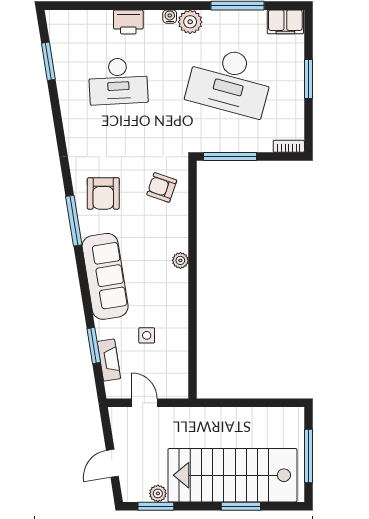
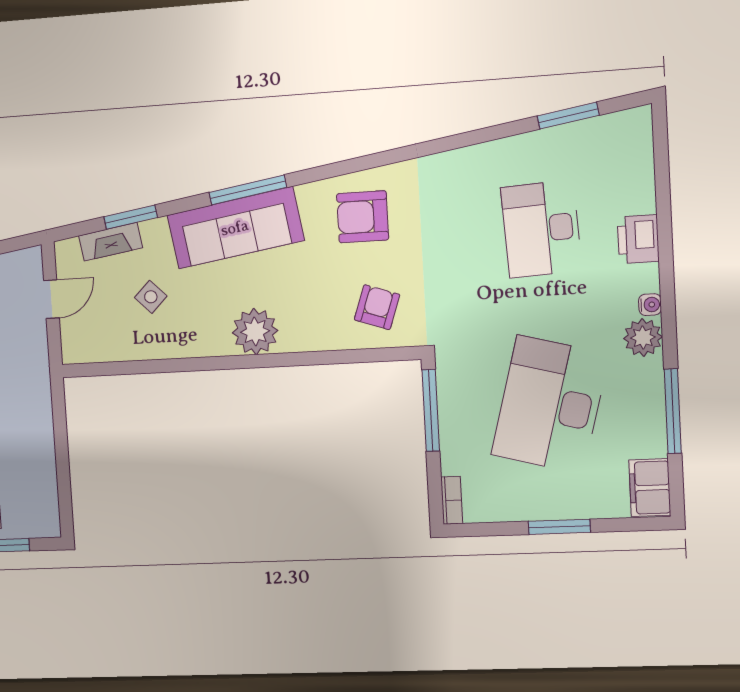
window: (74, 221) -> (248, 190), moved
plant: (180, 260) -> (255, 332), width x1.88, depth x1.88
side table: (147, 335) -> (151, 297), turned 45

